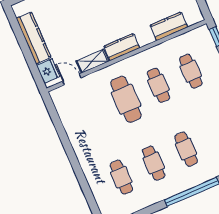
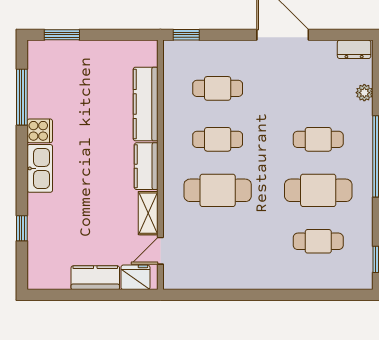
kitchen counter: (169, 26) -> (146, 104), width x1.50
kitchen counter: (34, 38) -> (95, 278), width x0.67
cafe table: (154, 163) -> (318, 190), width x1.37, depth x1.35

